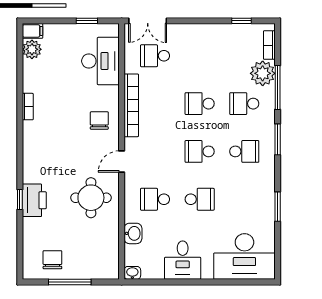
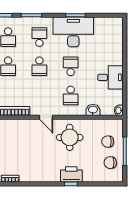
chair: (99, 121) -> (108, 142), moved
desk: (244, 257) -> (73, 32), moved, turned -90

